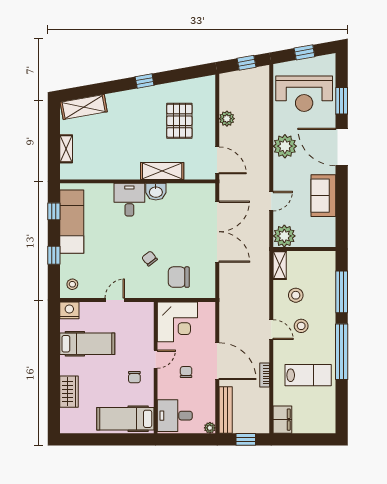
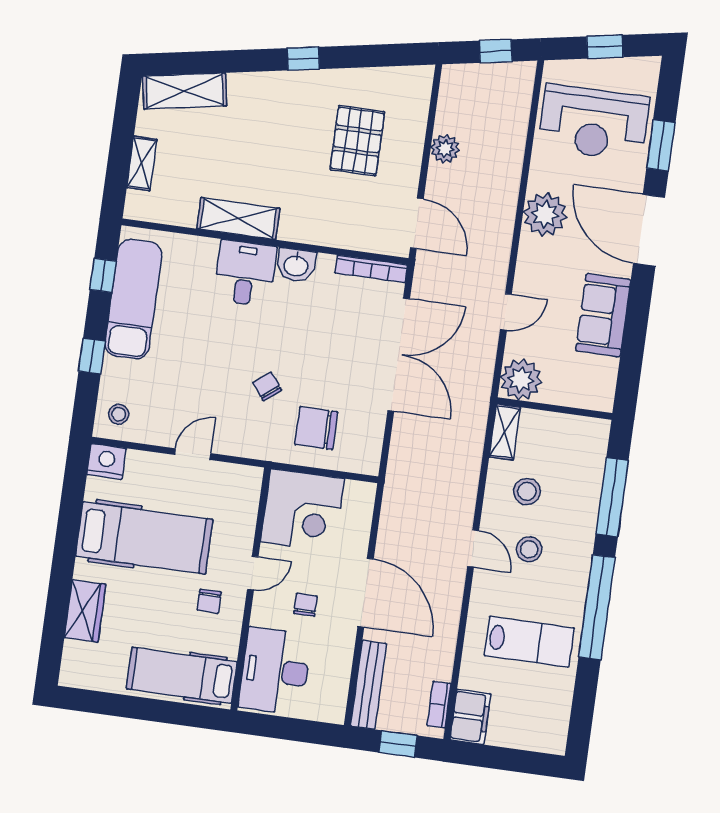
shelving: (162, 171) -> (238, 218), moved
bookcase: (196, 188) -> (371, 269), added
hospital bed: (87, 344) -> (144, 538), width x1.37, depth x1.29
bookcase: (265, 375) -> (439, 705), moved
desk: (175, 416) -> (275, 671), width x1.37
plant: (210, 428) -> (335, 713), removed

